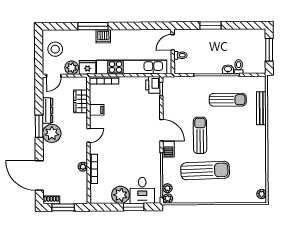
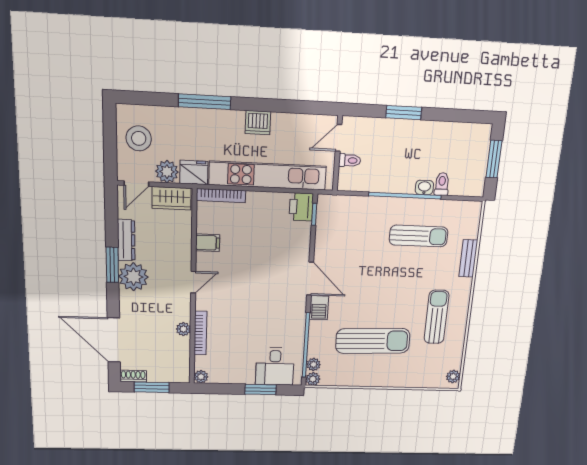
dishwasher: (103, 36) -> (258, 123), moved
wardrobe: (80, 101) -> (171, 198), moved, turned -90
bench: (261, 108) -> (468, 258), width x0.73
sun lounger: (200, 135) -> (437, 317), moved
plant: (120, 195) -> (201, 377), moved, width x0.53, depth x0.53

